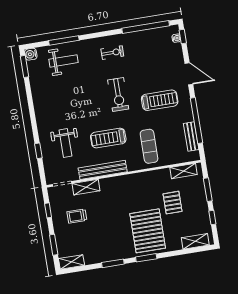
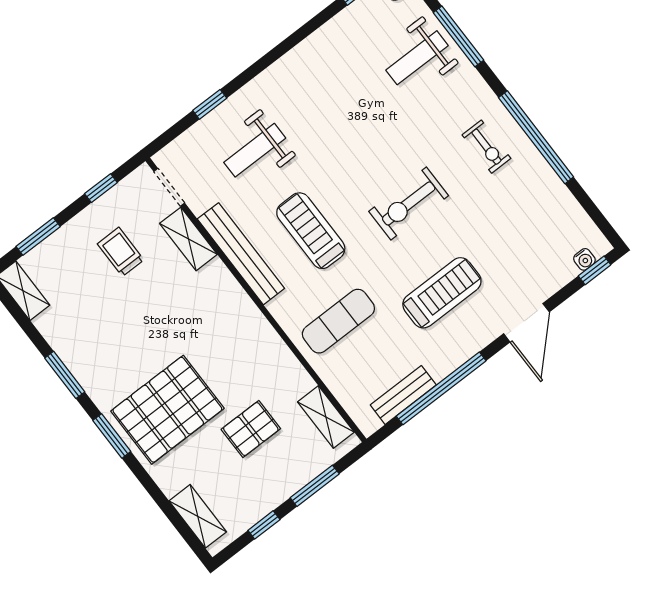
window: (146, 27) -> (536, 137), moved
weight bench: (63, 61) -> (417, 58), turned 90
treadmill: (160, 100) -> (442, 293), turned -90

